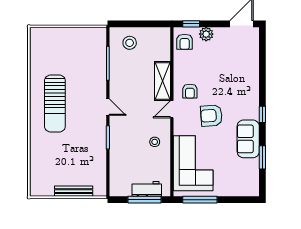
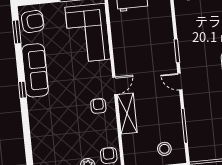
armchair: (211, 116) -> (33, 21), moved
sofa: (248, 139) -> (35, 70), width x1.36
stool: (155, 142) -> (129, 51), removed
window: (262, 157) -> (17, 32), moved

